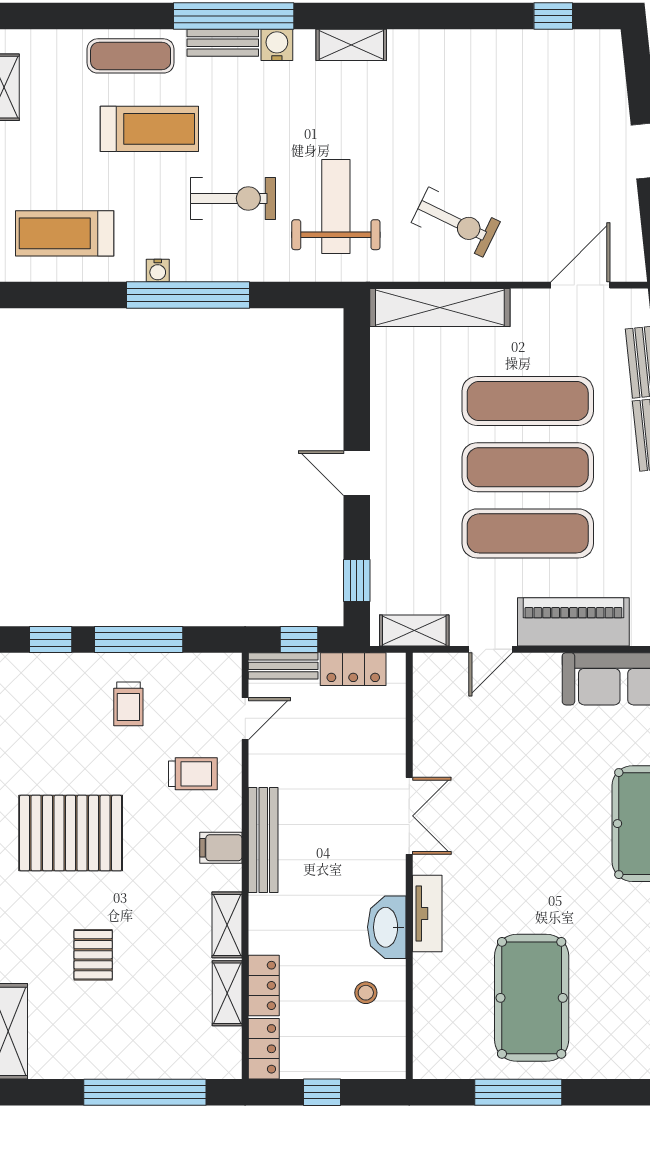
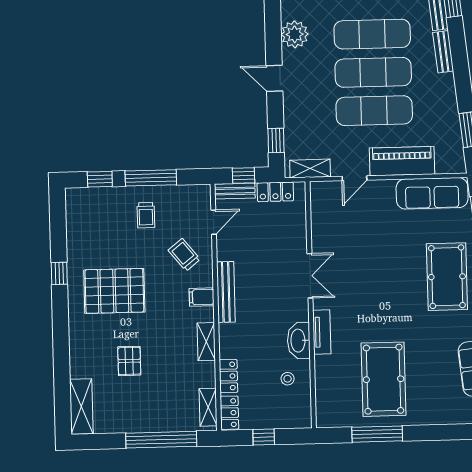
plant: (394, 398) -> (295, 34), added
trolley: (193, 774) -> (184, 255), turned -129
shelving: (227, 993) -> (208, 407), moved

